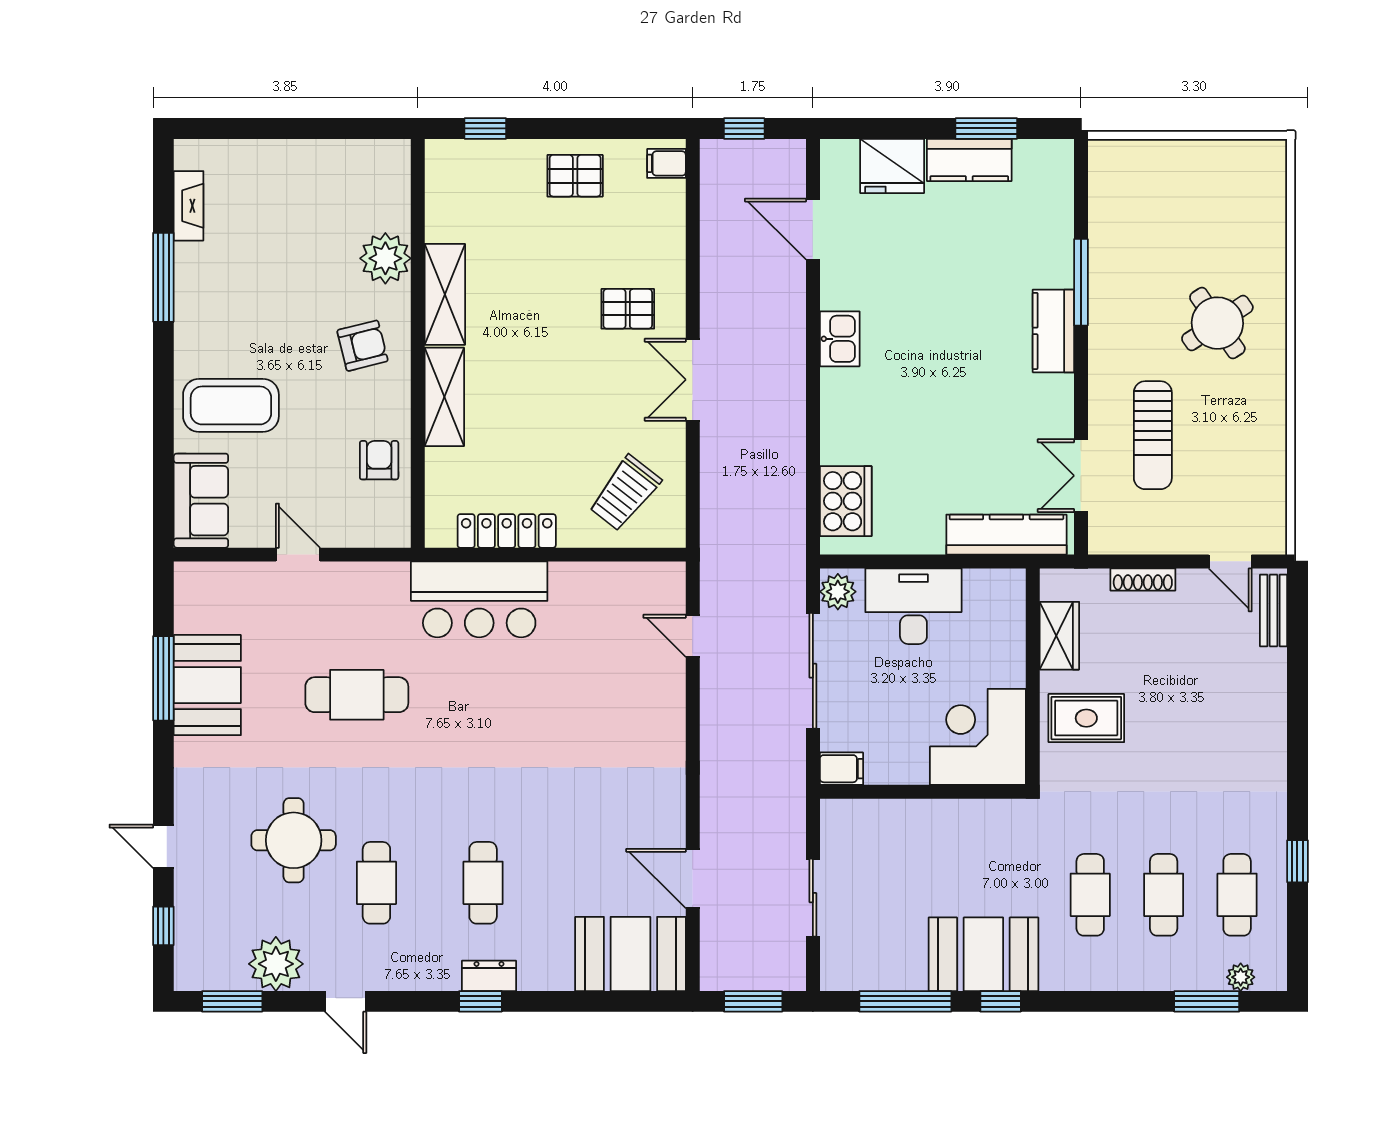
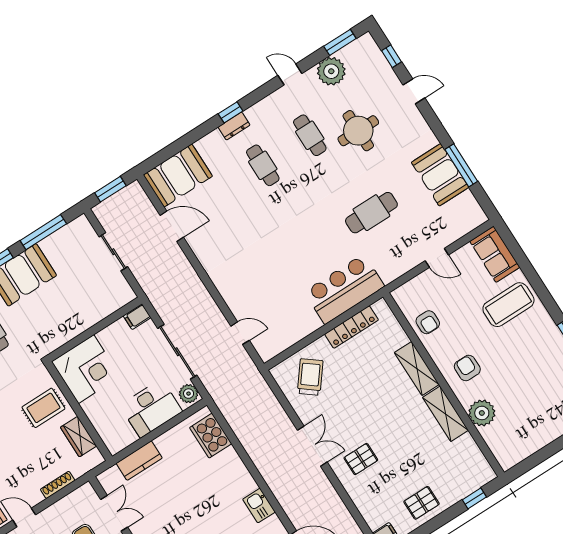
armchair: (362, 346) -> (467, 368), turned 104
kitchen counter: (1006, 535) -> (139, 461), width x0.67

